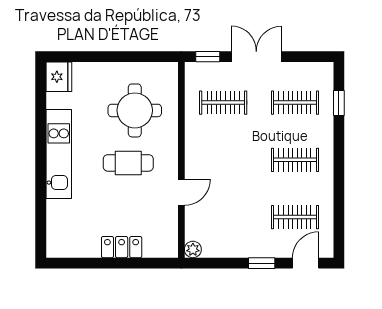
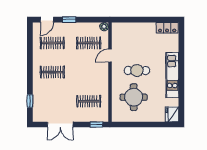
double door: (256, 57) -> (60, 125), moved
clothes rail: (295, 103) -> (89, 43), moved
locker: (122, 247) -> (167, 28), moved

